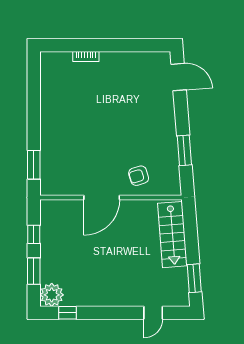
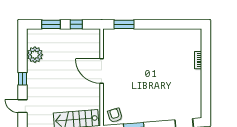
armchair: (139, 176) -> (115, 115), moved
plant: (52, 295) -> (35, 55), moved
window: (67, 313) -> (22, 79), moved

